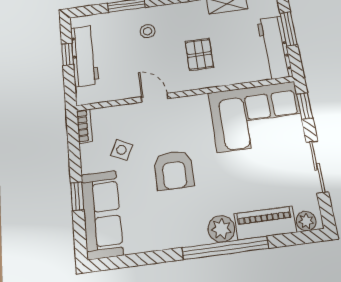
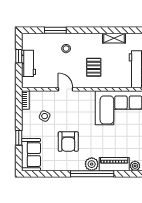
workbench: (85, 56) -> (29, 63), width x0.73
armchair: (174, 170) -> (68, 142), moved
sofa: (102, 214) -> (31, 155), width x0.73

